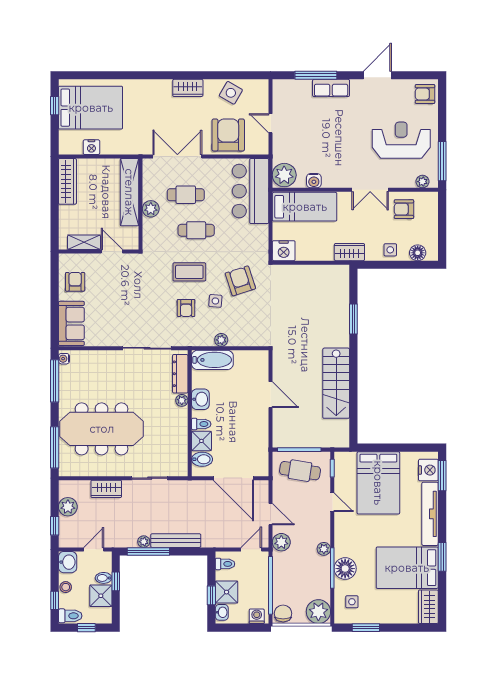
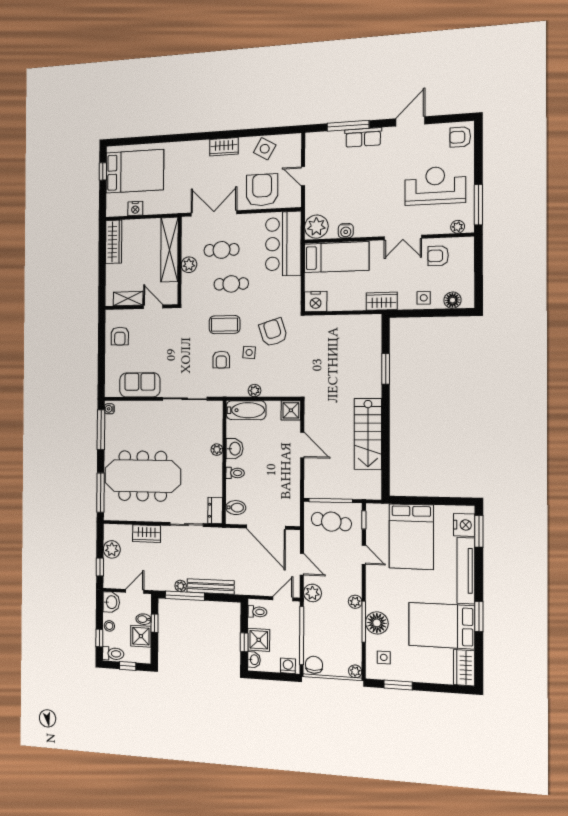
armchair: (75, 282) -> (120, 336), turned 180
sofa: (71, 323) -> (140, 385), moved, turned -90
dresser: (180, 374) -> (215, 510), moved, width x0.70
shower: (201, 441) -> (291, 410), moved
plant: (318, 612) -> (355, 671), width x0.53, depth x0.53

